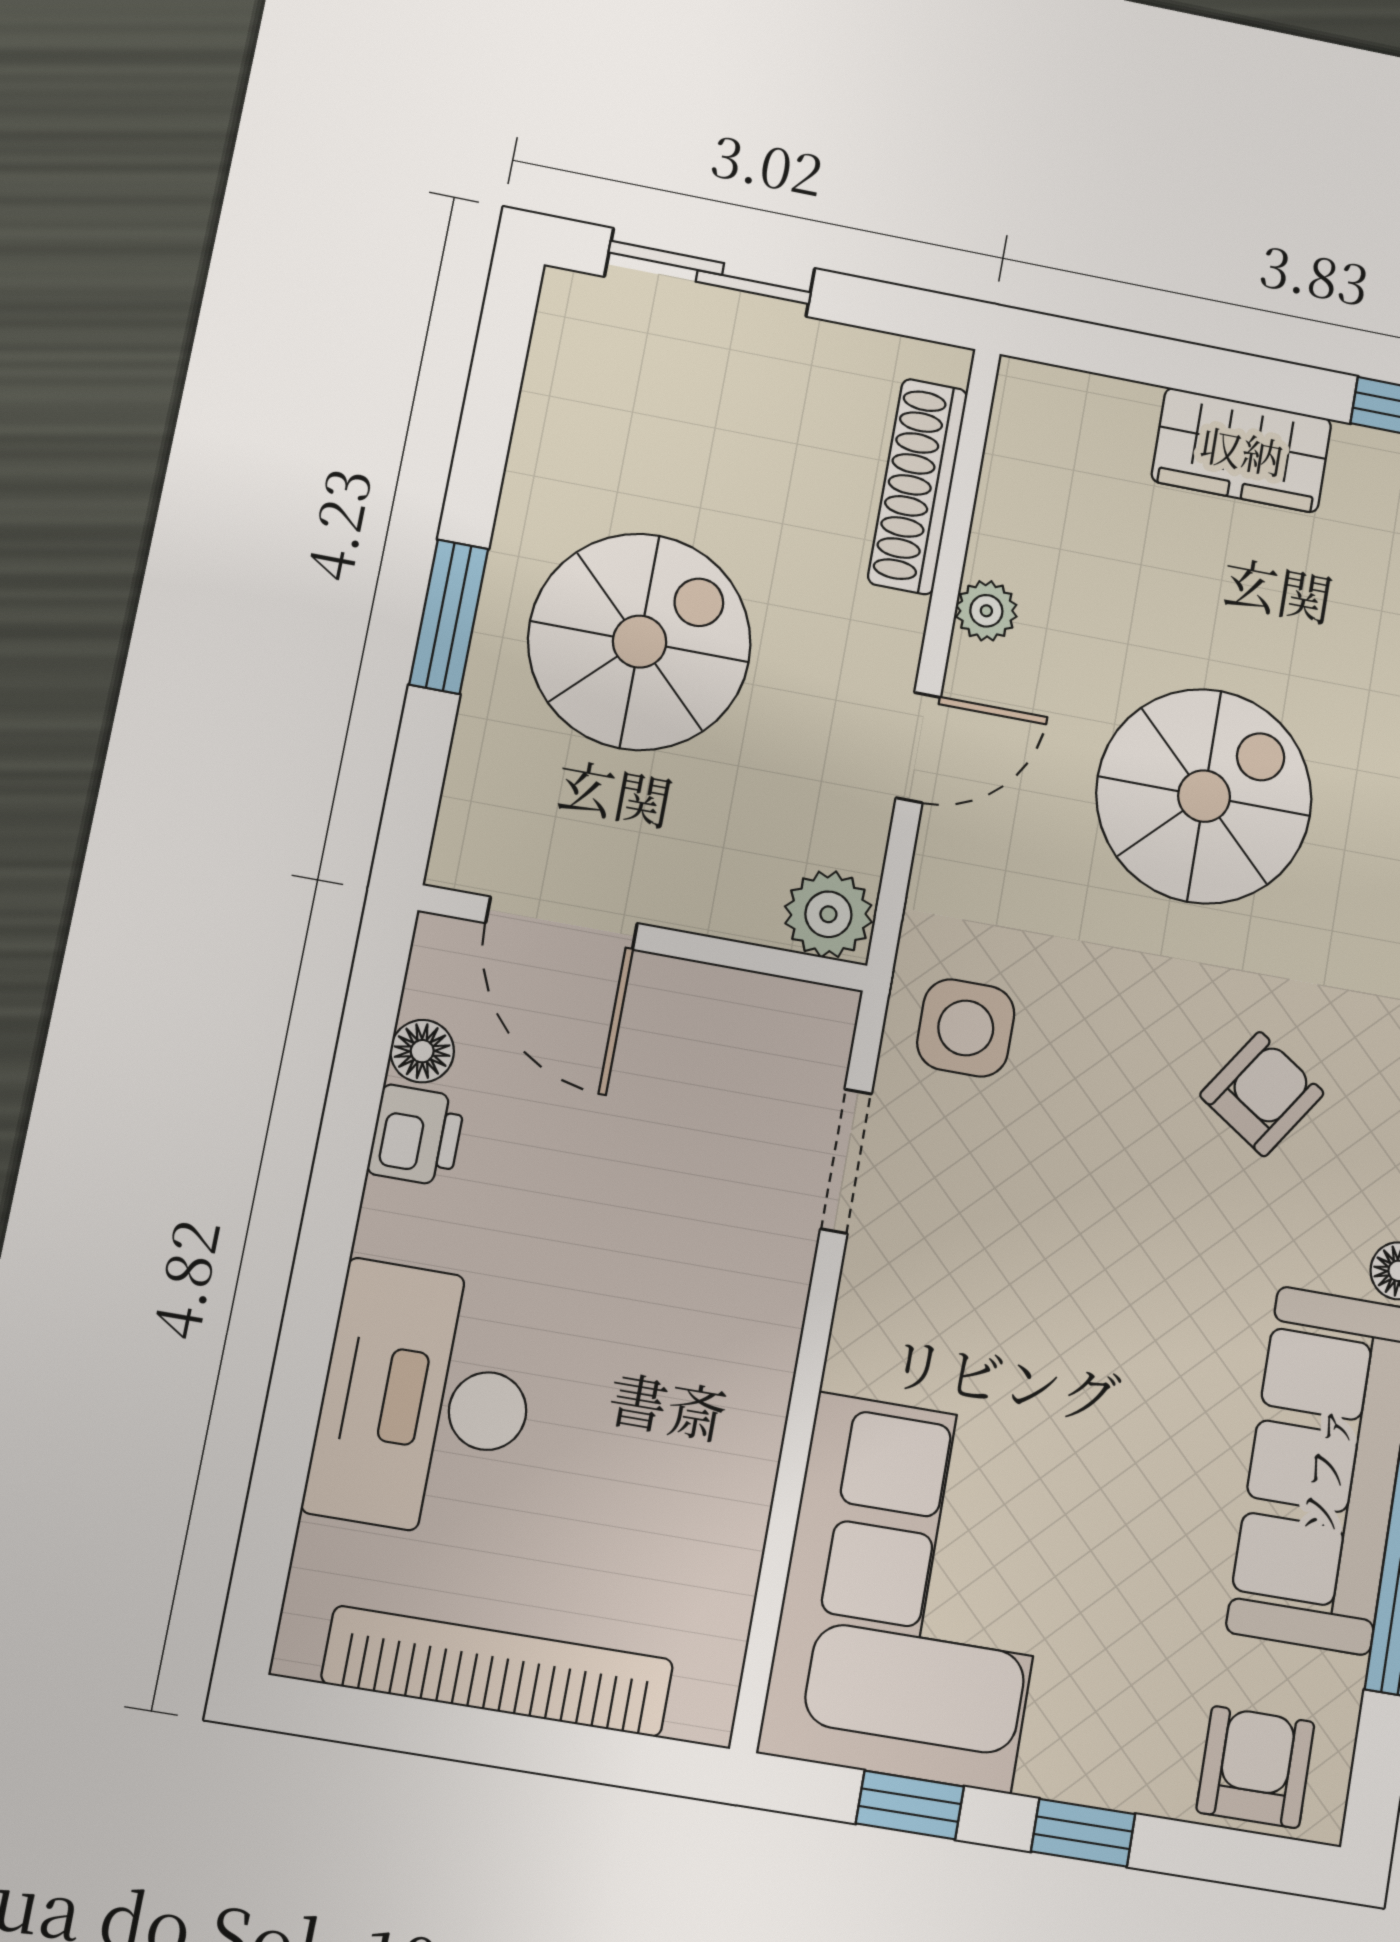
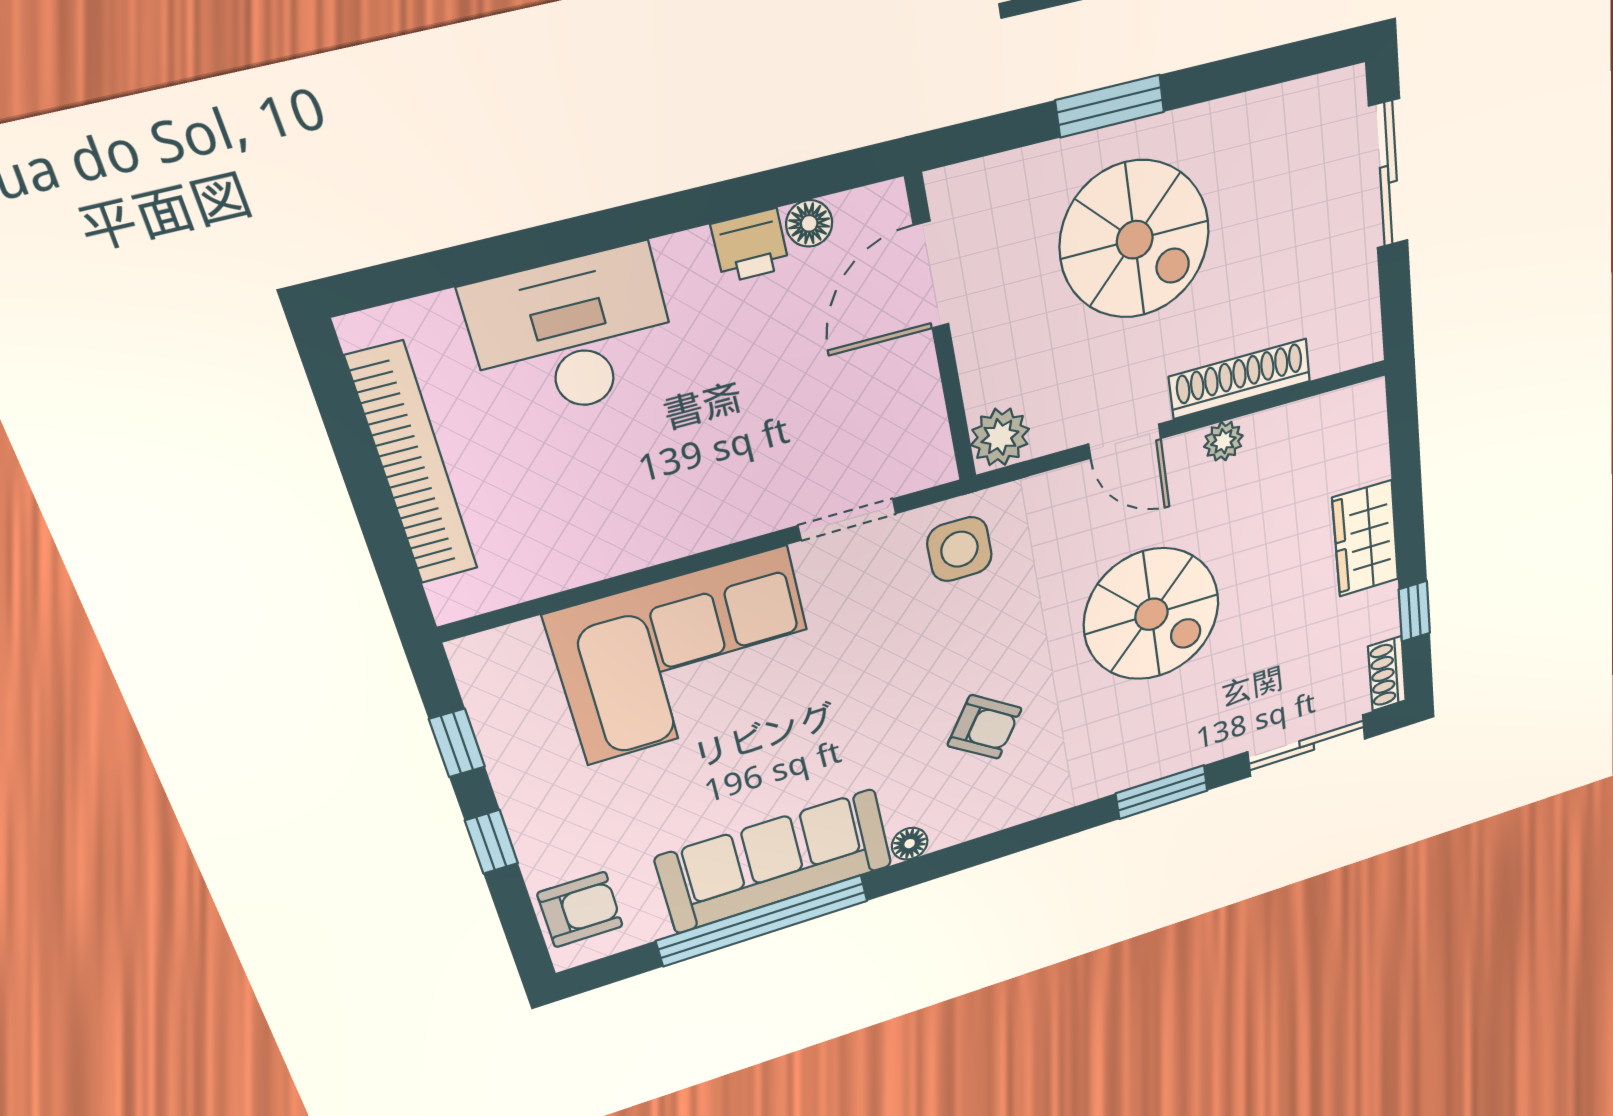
shoe rack: (918, 486) -> (1240, 379), moved
corner sofa: (914, 1592) -> (686, 656), moved

